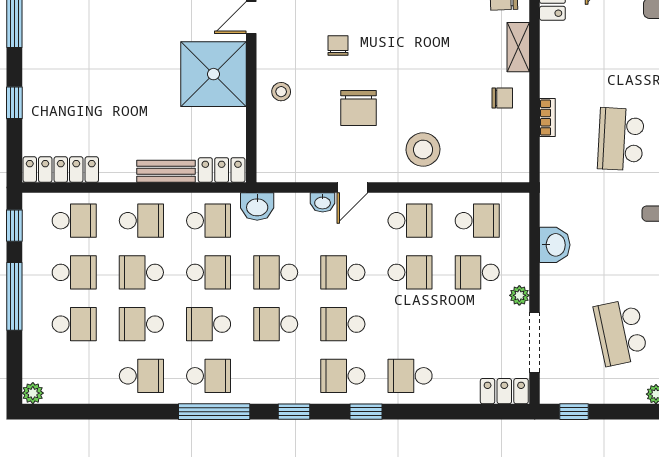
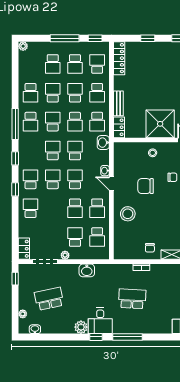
school desk: (74, 221) -> (97, 64), turned 180

